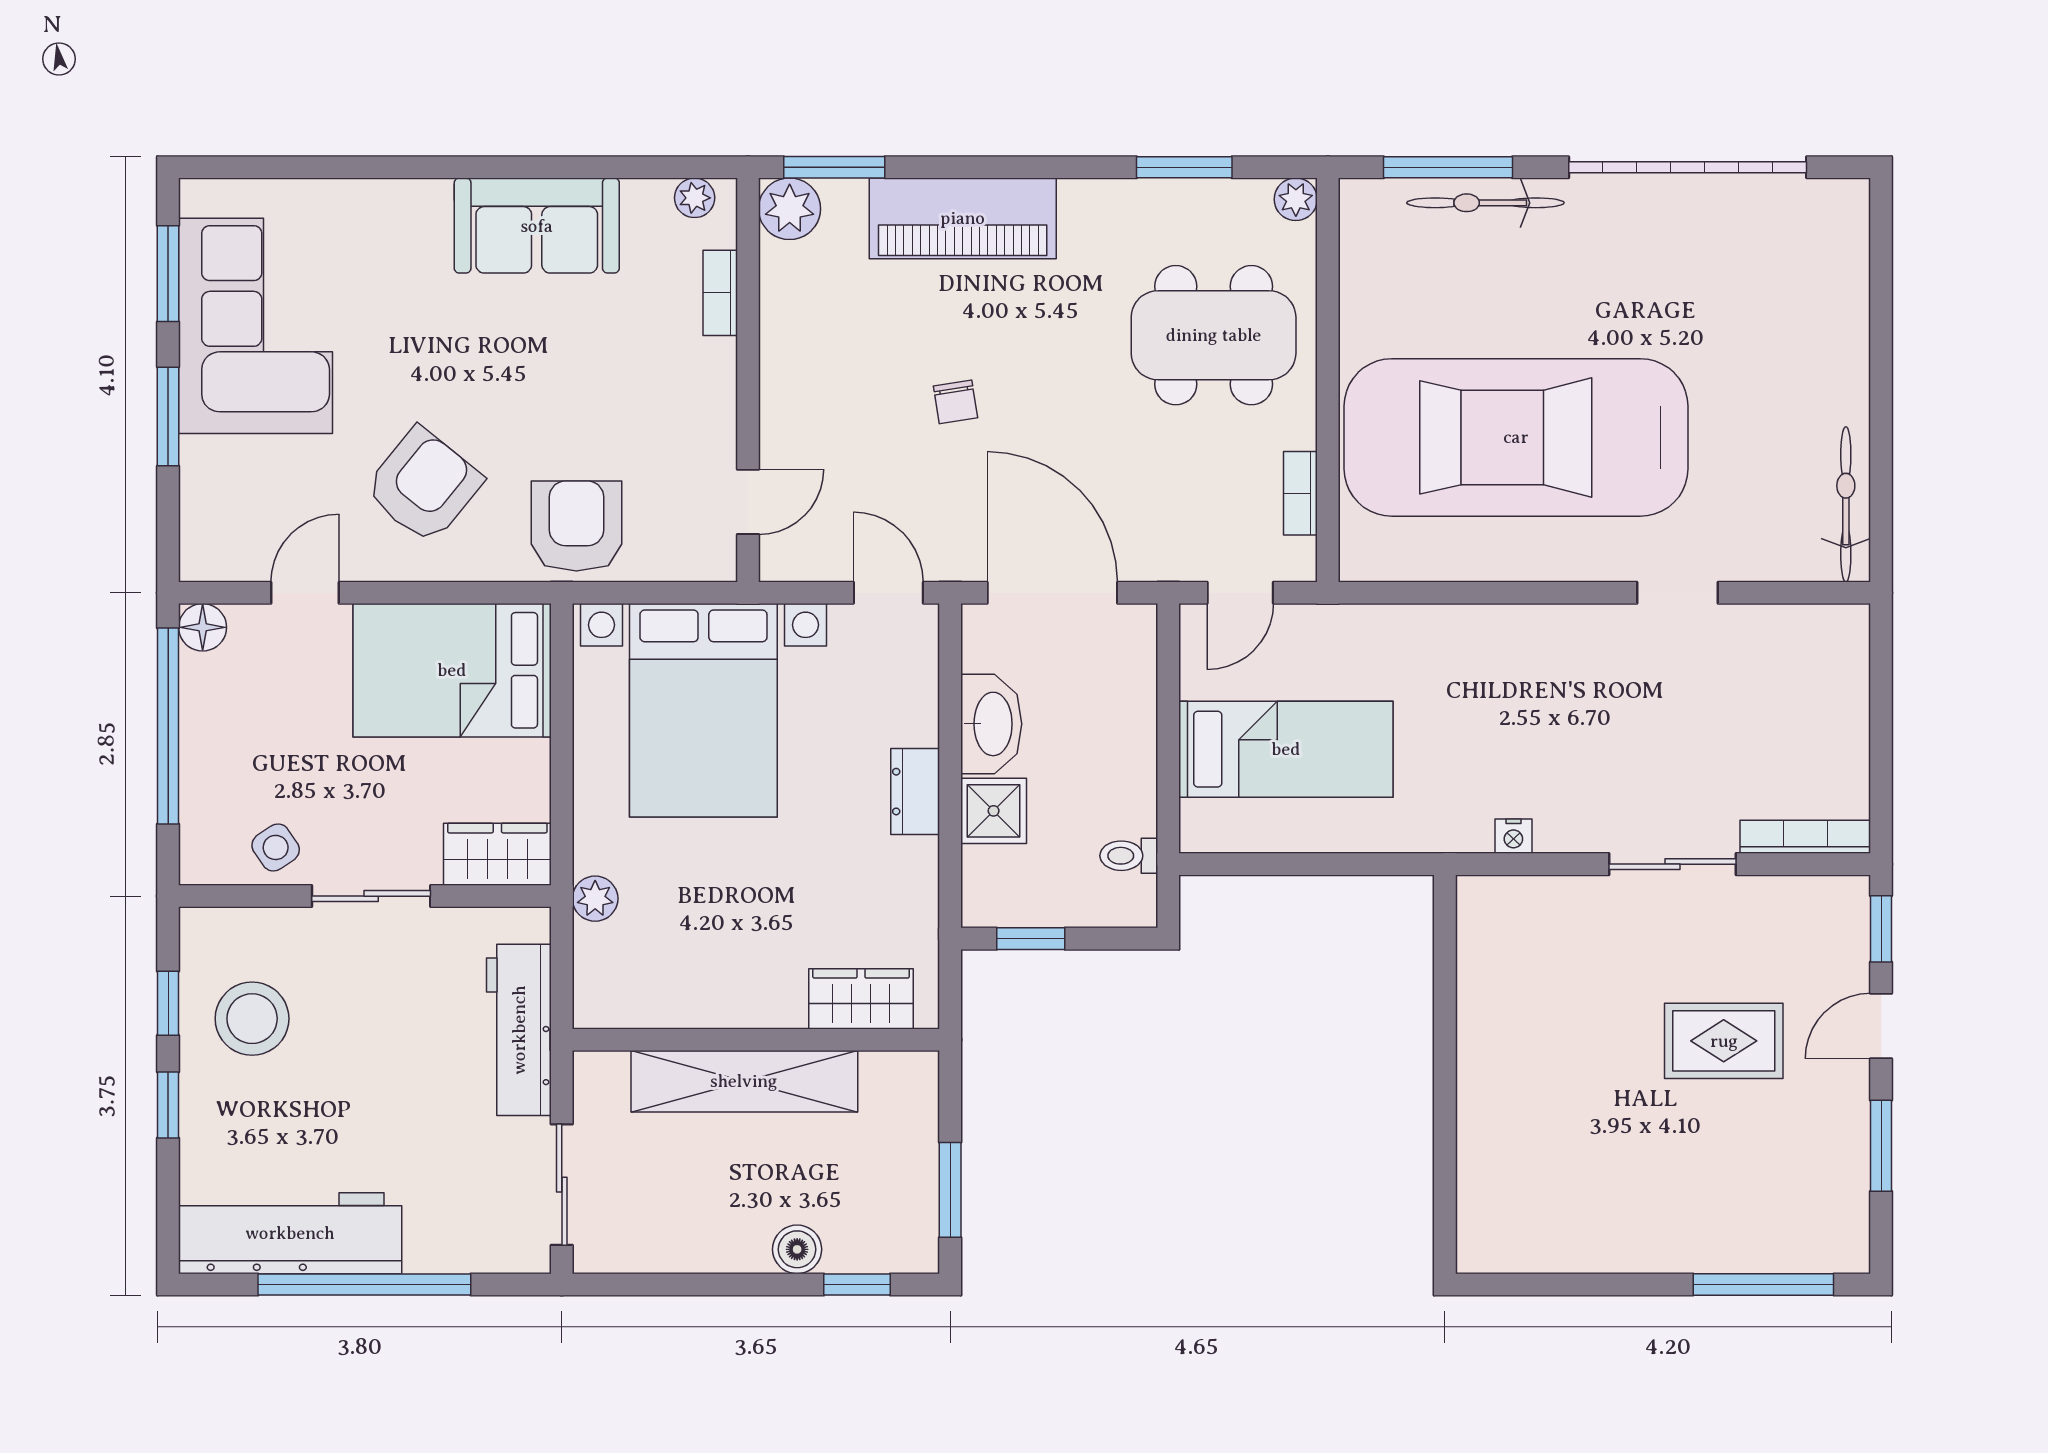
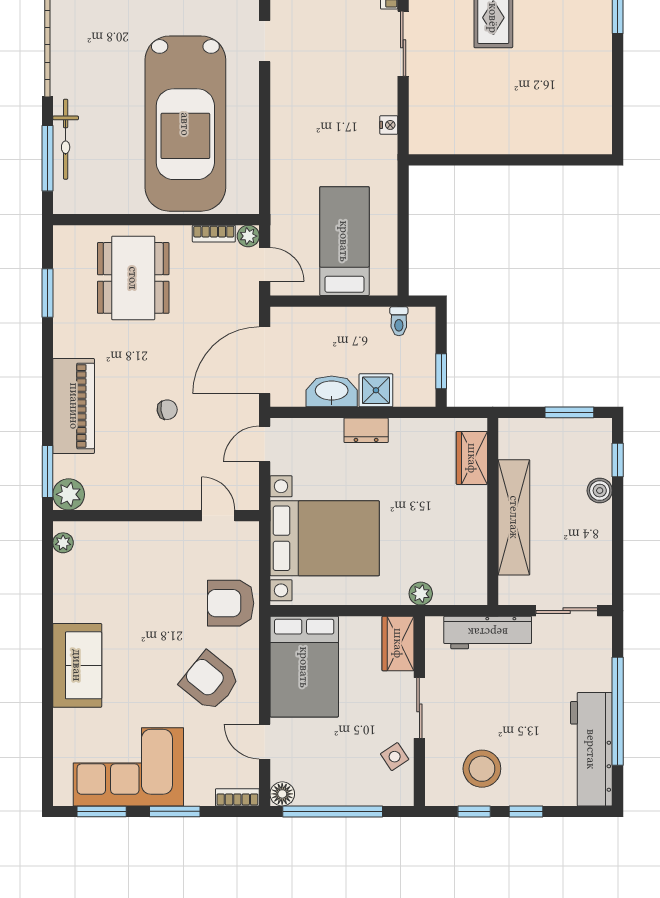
plant: (1296, 199) -> (248, 236), moved
sofa: (537, 226) -> (77, 665), moved
bookcase: (720, 293) -> (237, 797), moved, turned 180

